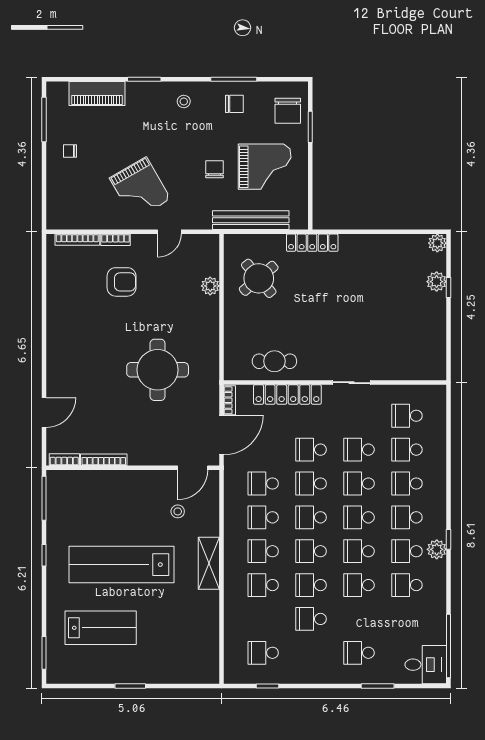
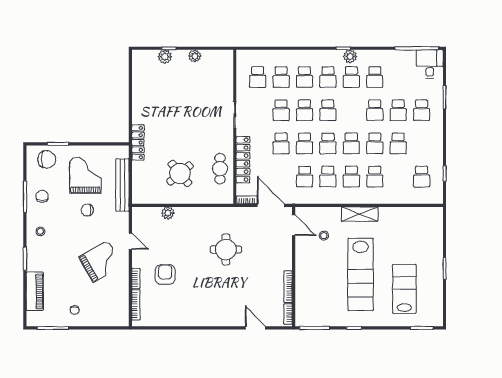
plant: (437, 243) -> (195, 56), moved
round table: (259, 278) -> (180, 173), moved
round table: (158, 370) -> (226, 249), width x0.73, depth x0.73
school desk: (359, 551) -> (398, 110), moved

